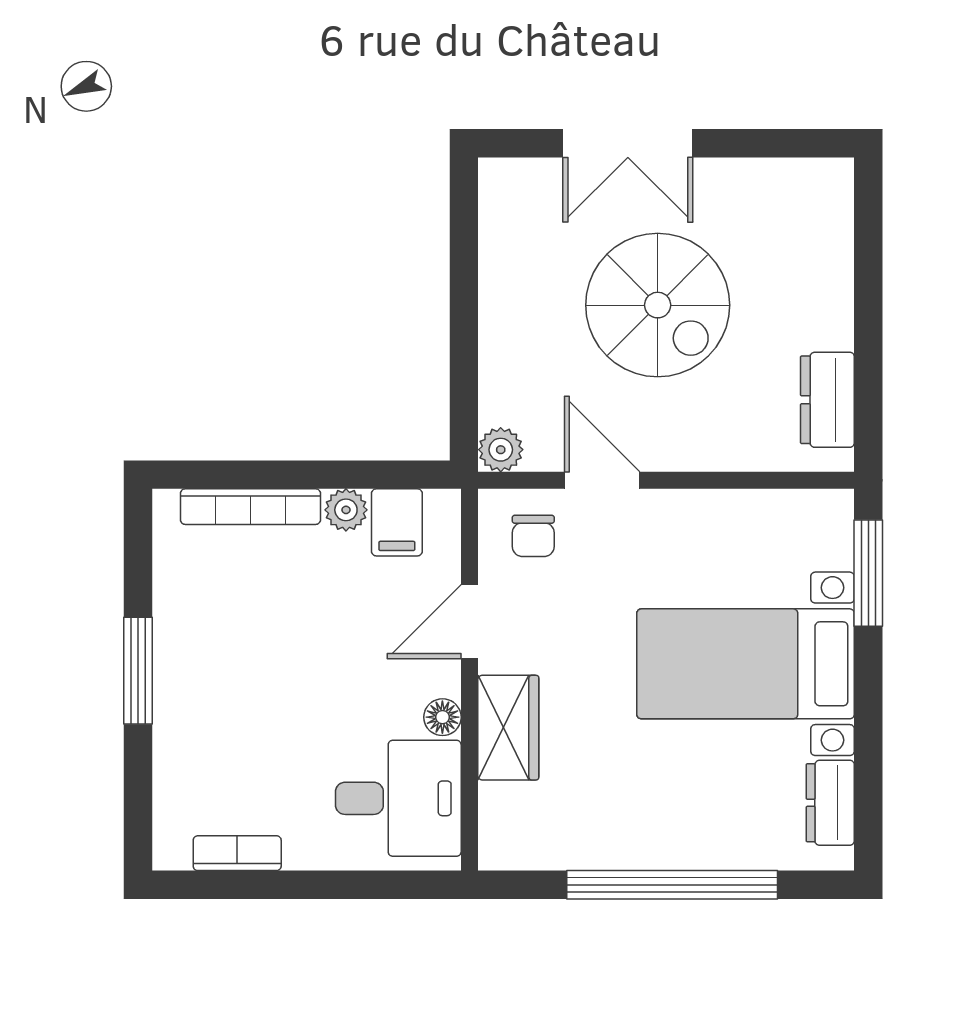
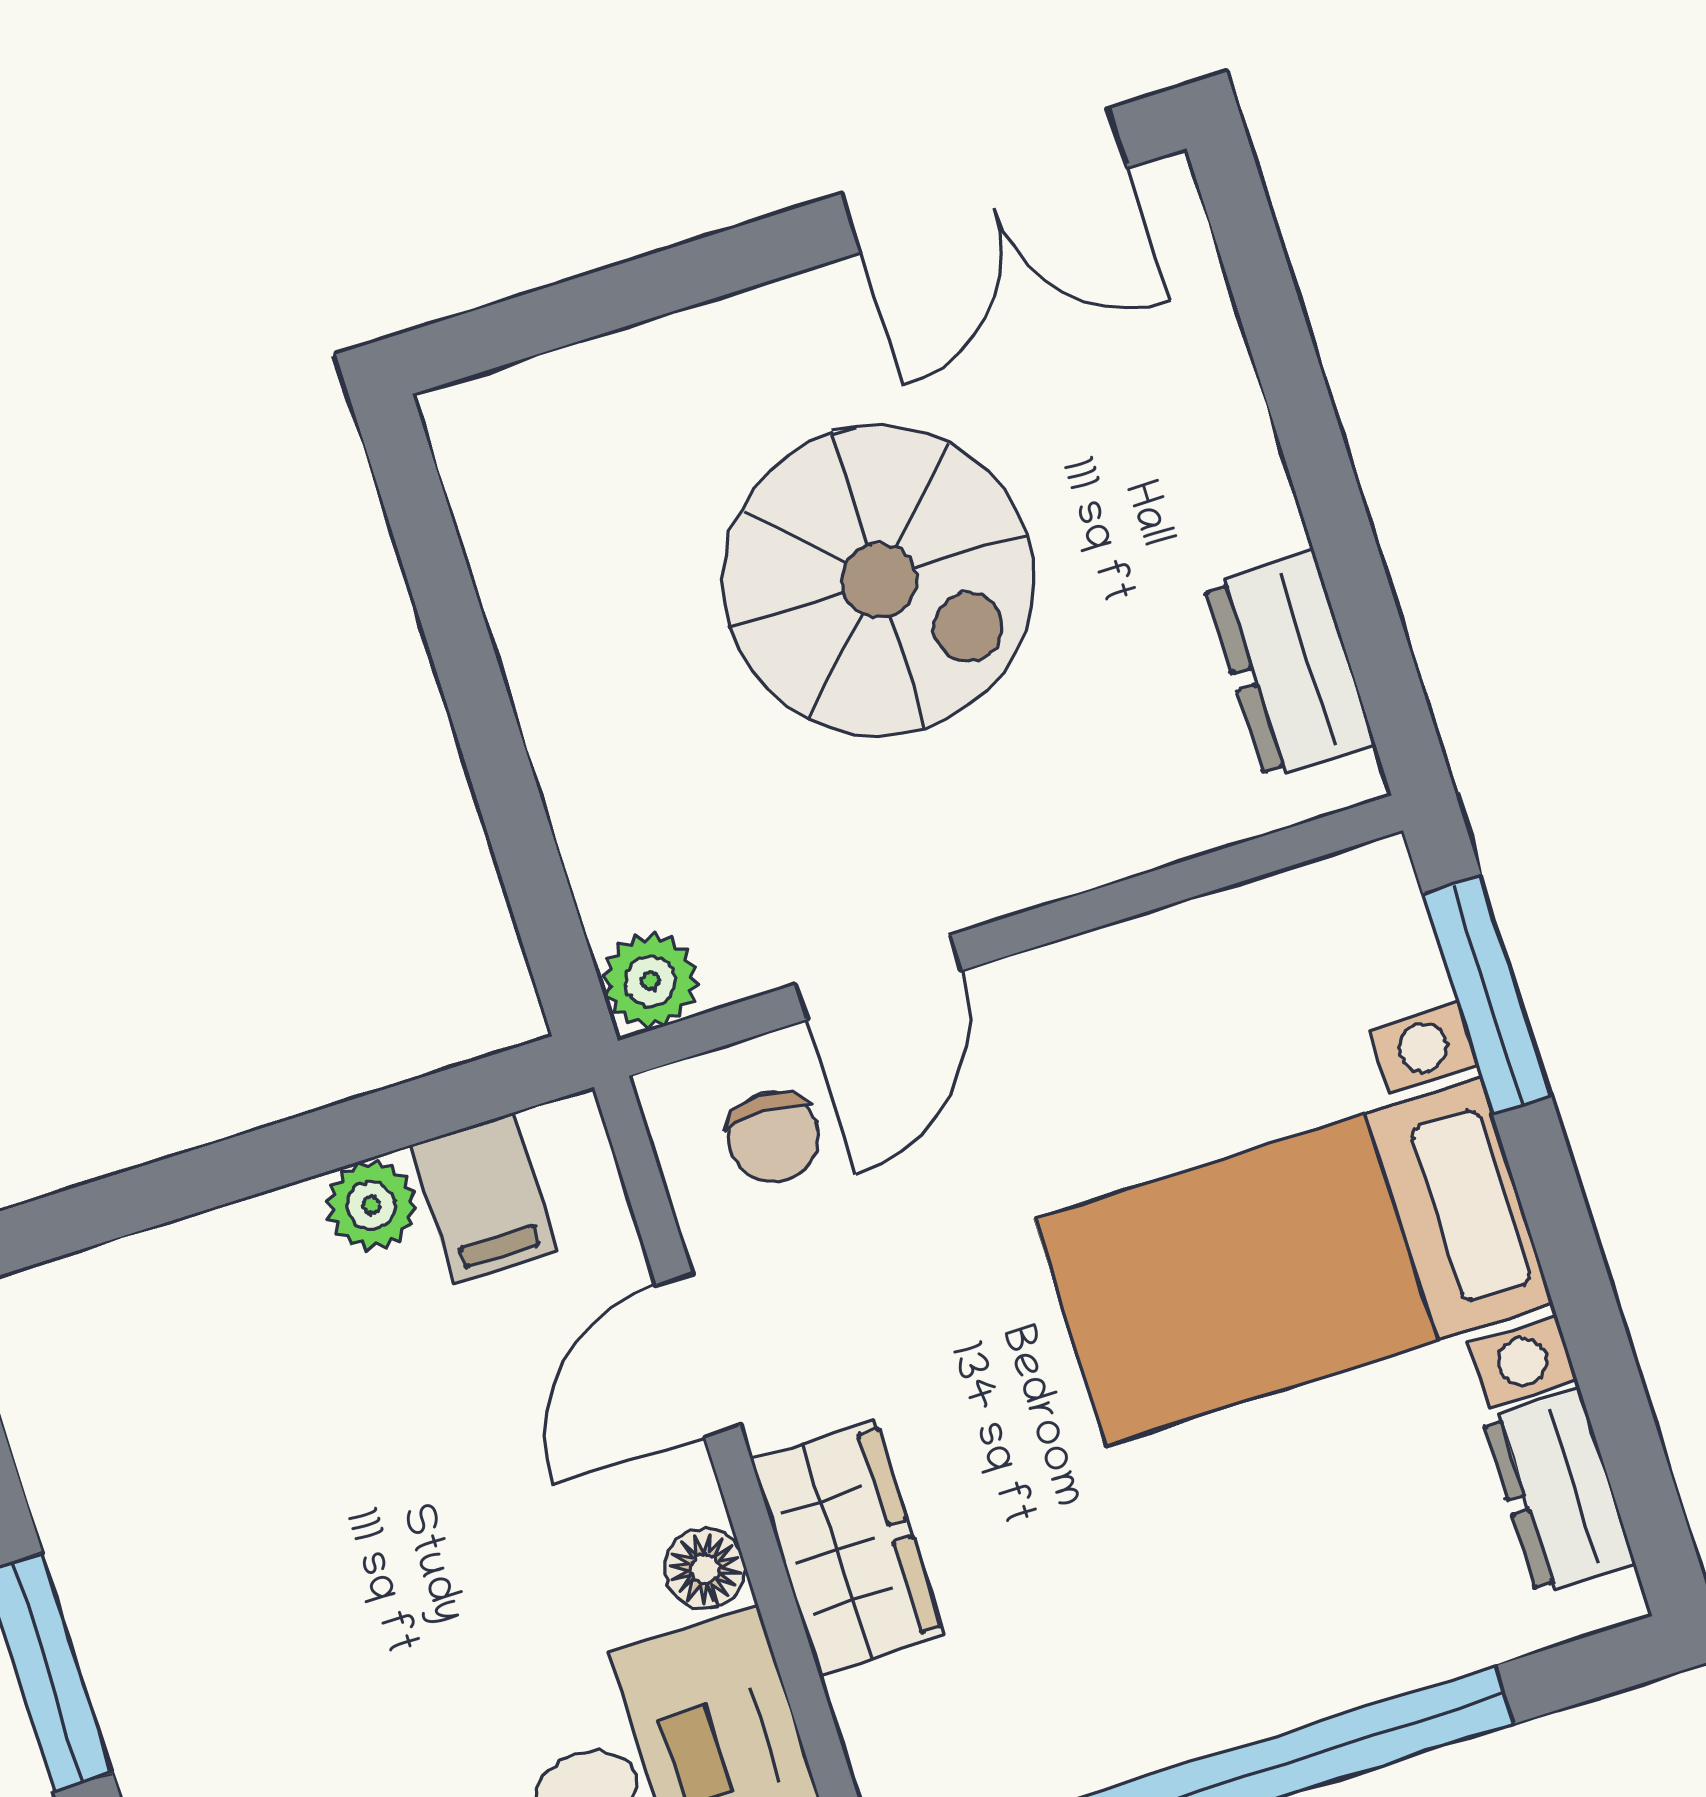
double door: (628, 143) -> (985, 180), moved
door: (602, 480) -> (879, 977), swing flipped
bookcase: (250, 507) -> (173, 1261), removed

